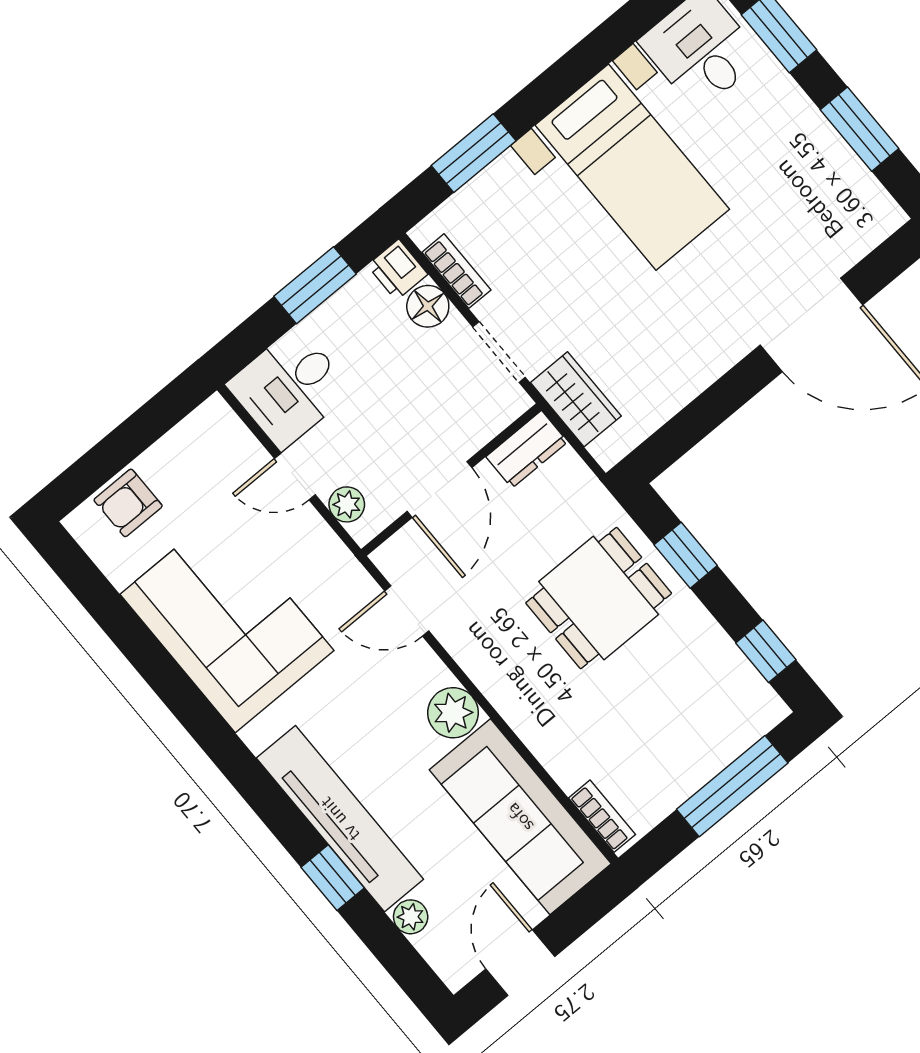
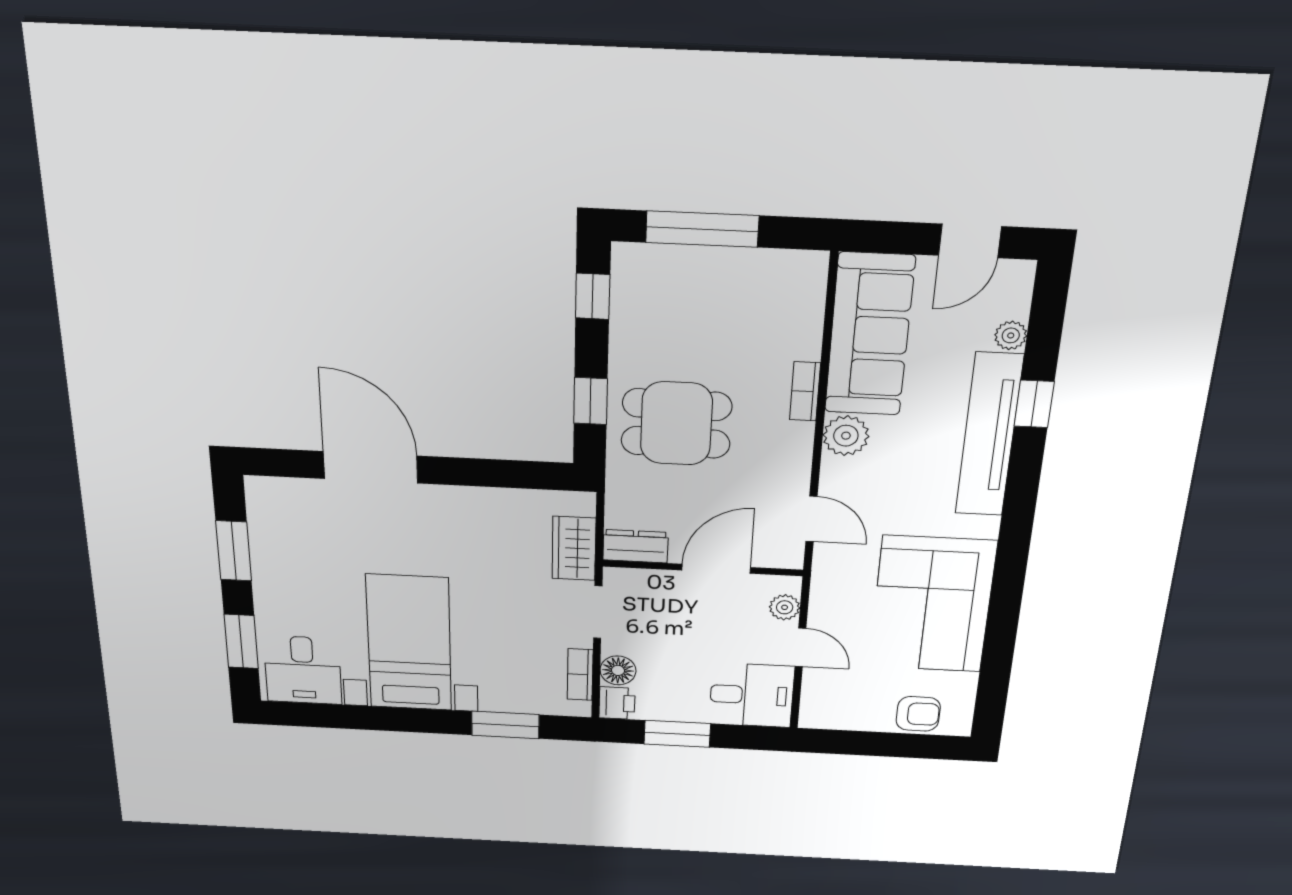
bookcase: (602, 816) -> (805, 391), moved

